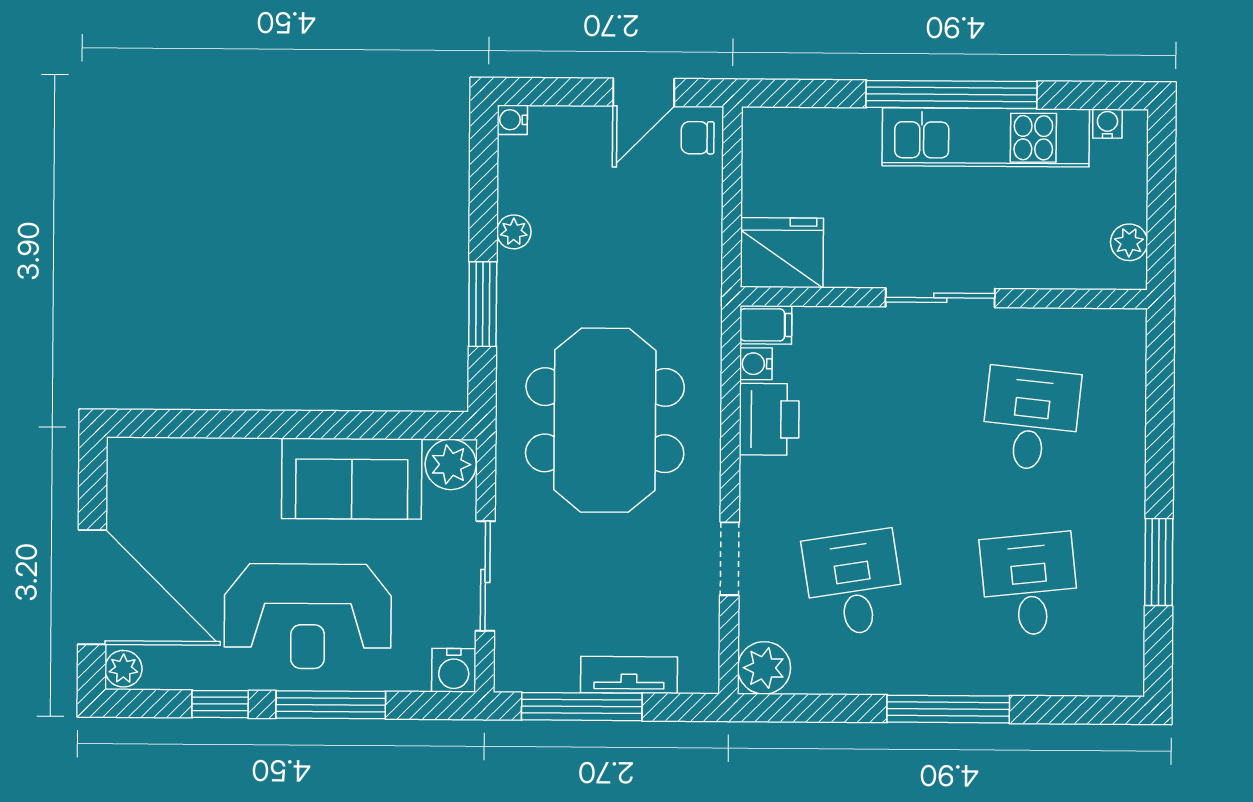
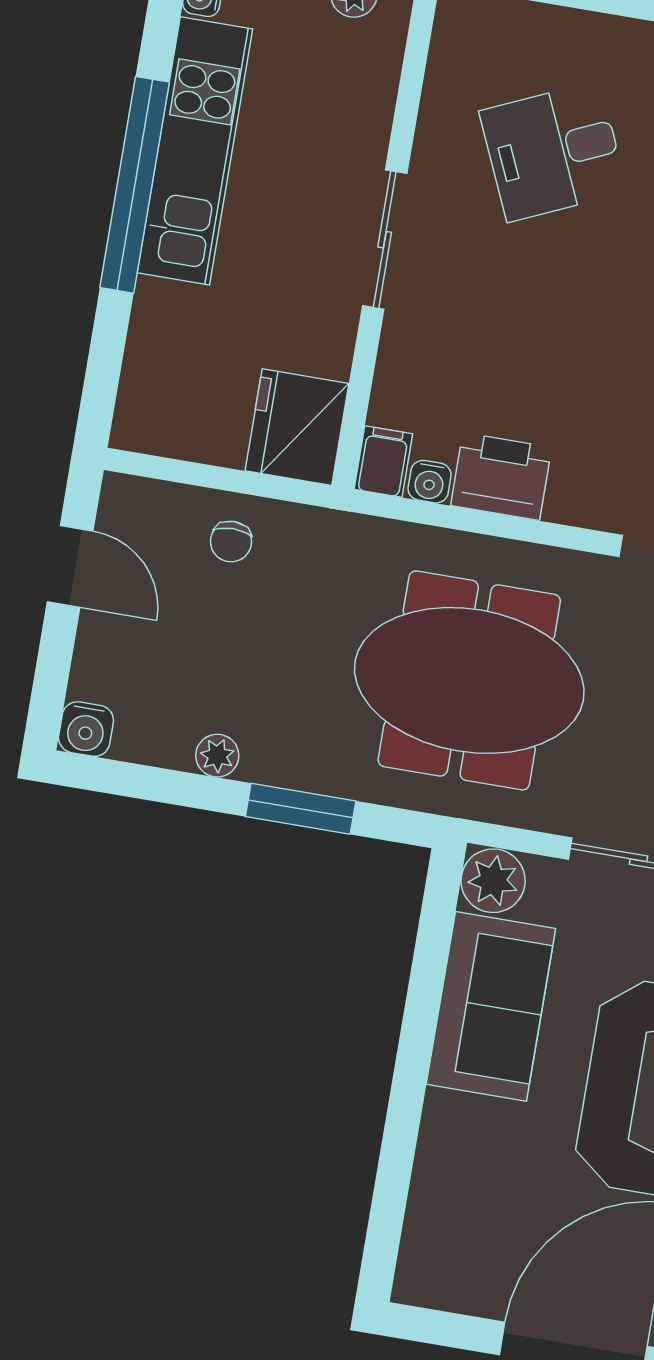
water cooler: (512, 120) -> (86, 729), width x1.38, depth x1.38
chair: (698, 138) -> (231, 542), moved
desk: (1031, 419) -> (553, 152), turned -30

